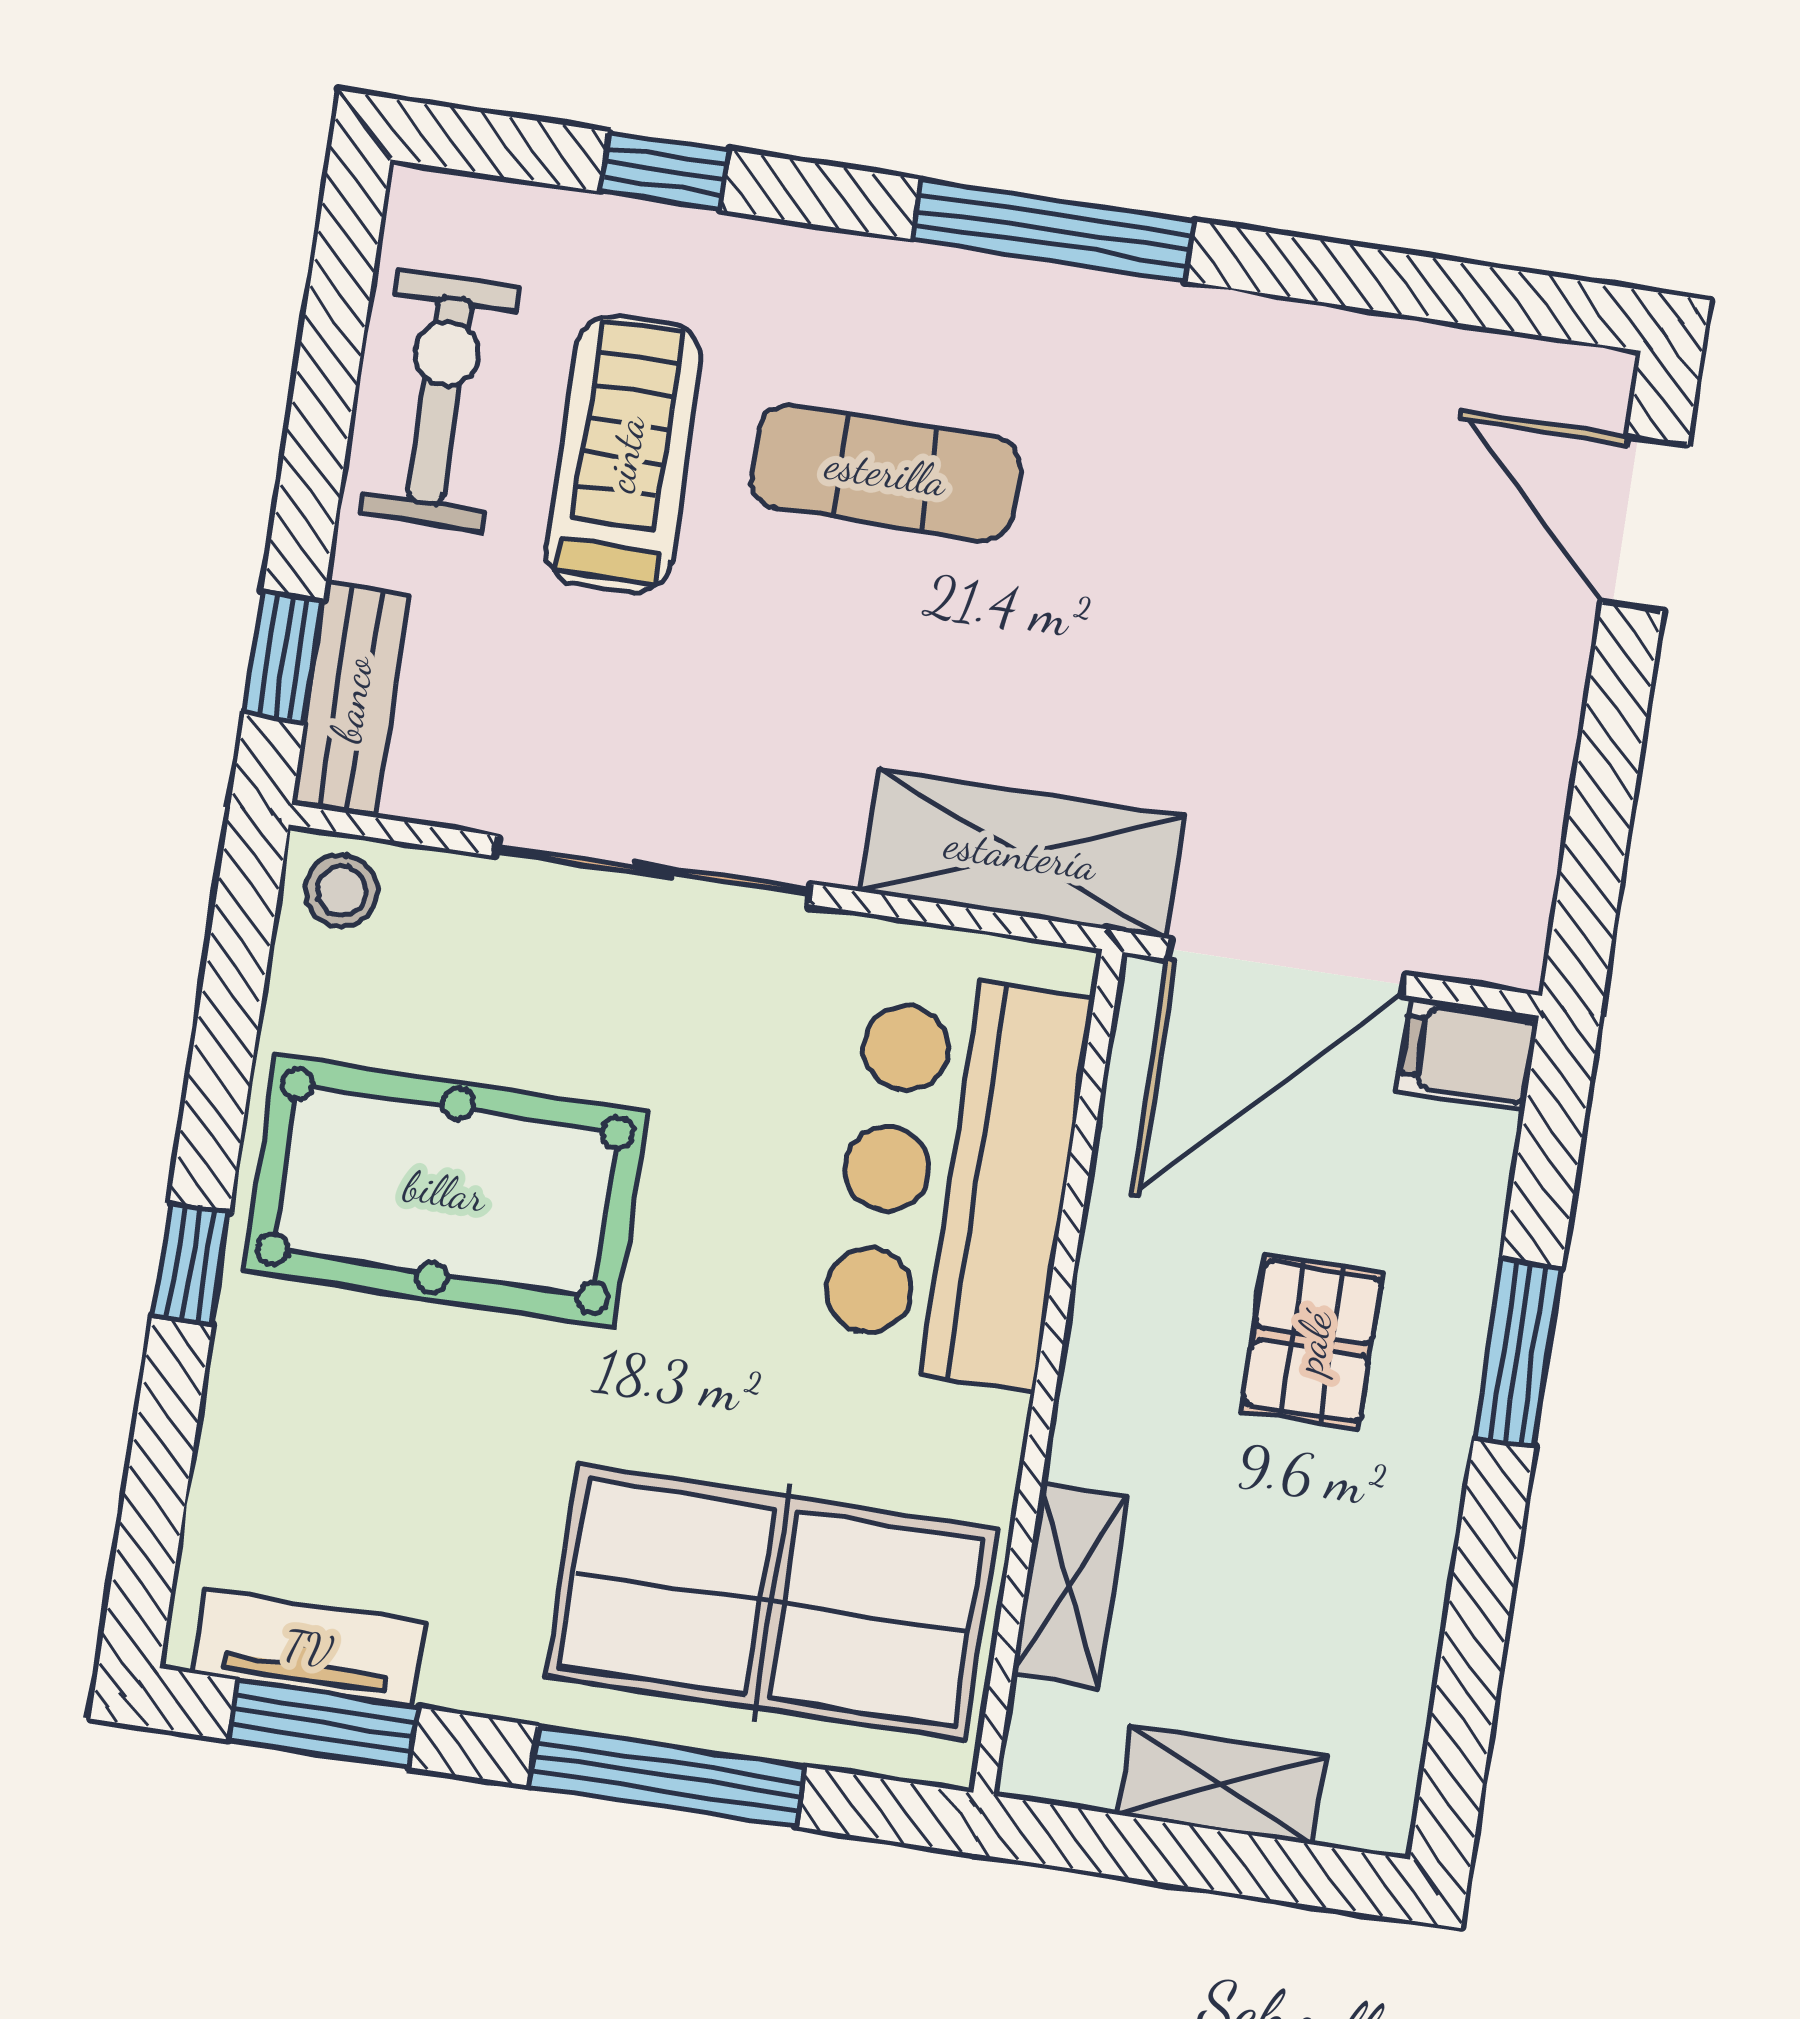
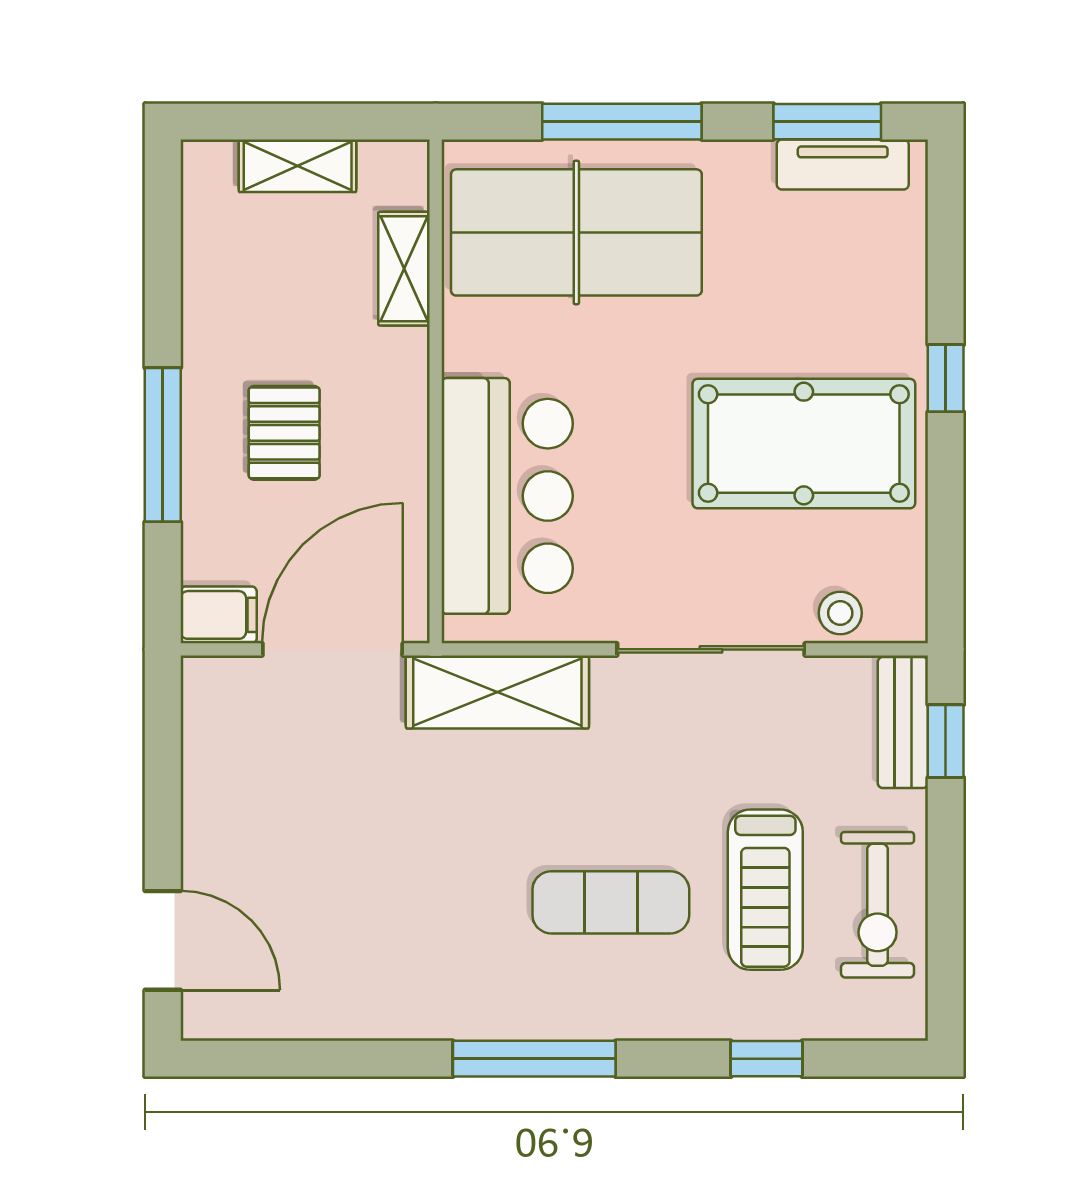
stool: (341, 891) -> (840, 613), moved
window: (1518, 1353) -> (163, 445), width x1.44

